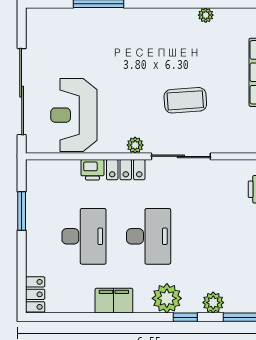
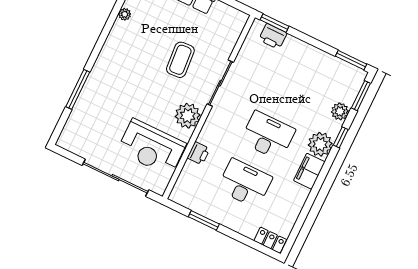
plant: (135, 145) -> (188, 116), width x1.87, depth x1.87
locker: (126, 170) -> (210, 129), removed
filing cabinet: (114, 301) -> (309, 171), moved

